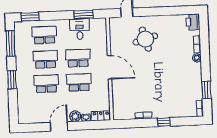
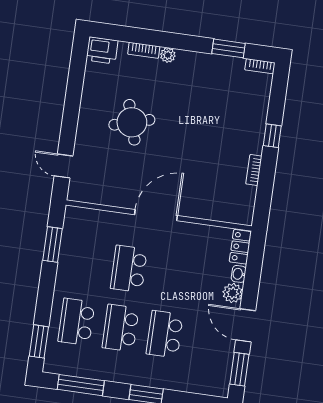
desk: (80, 29) -> (77, 256), removed
round table: (145, 39) -> (132, 122), moved
school desk: (79, 82) -> (173, 275), removed
window: (35, 127) -> (239, 369), added

